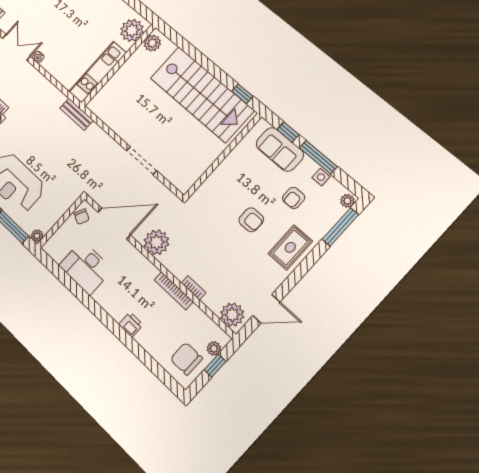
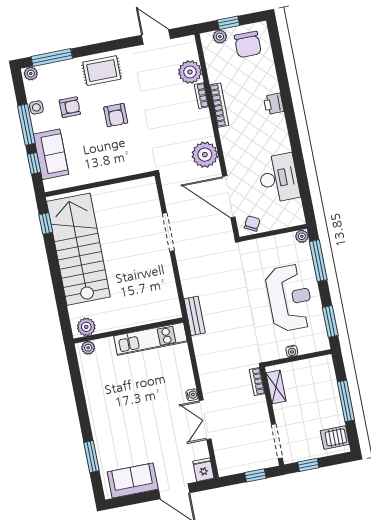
plant: (132, 30) -> (88, 348), width x0.53, depth x0.53
armchair: (251, 220) -> (116, 115), turned 180
plant: (232, 315) -> (190, 72), moved

